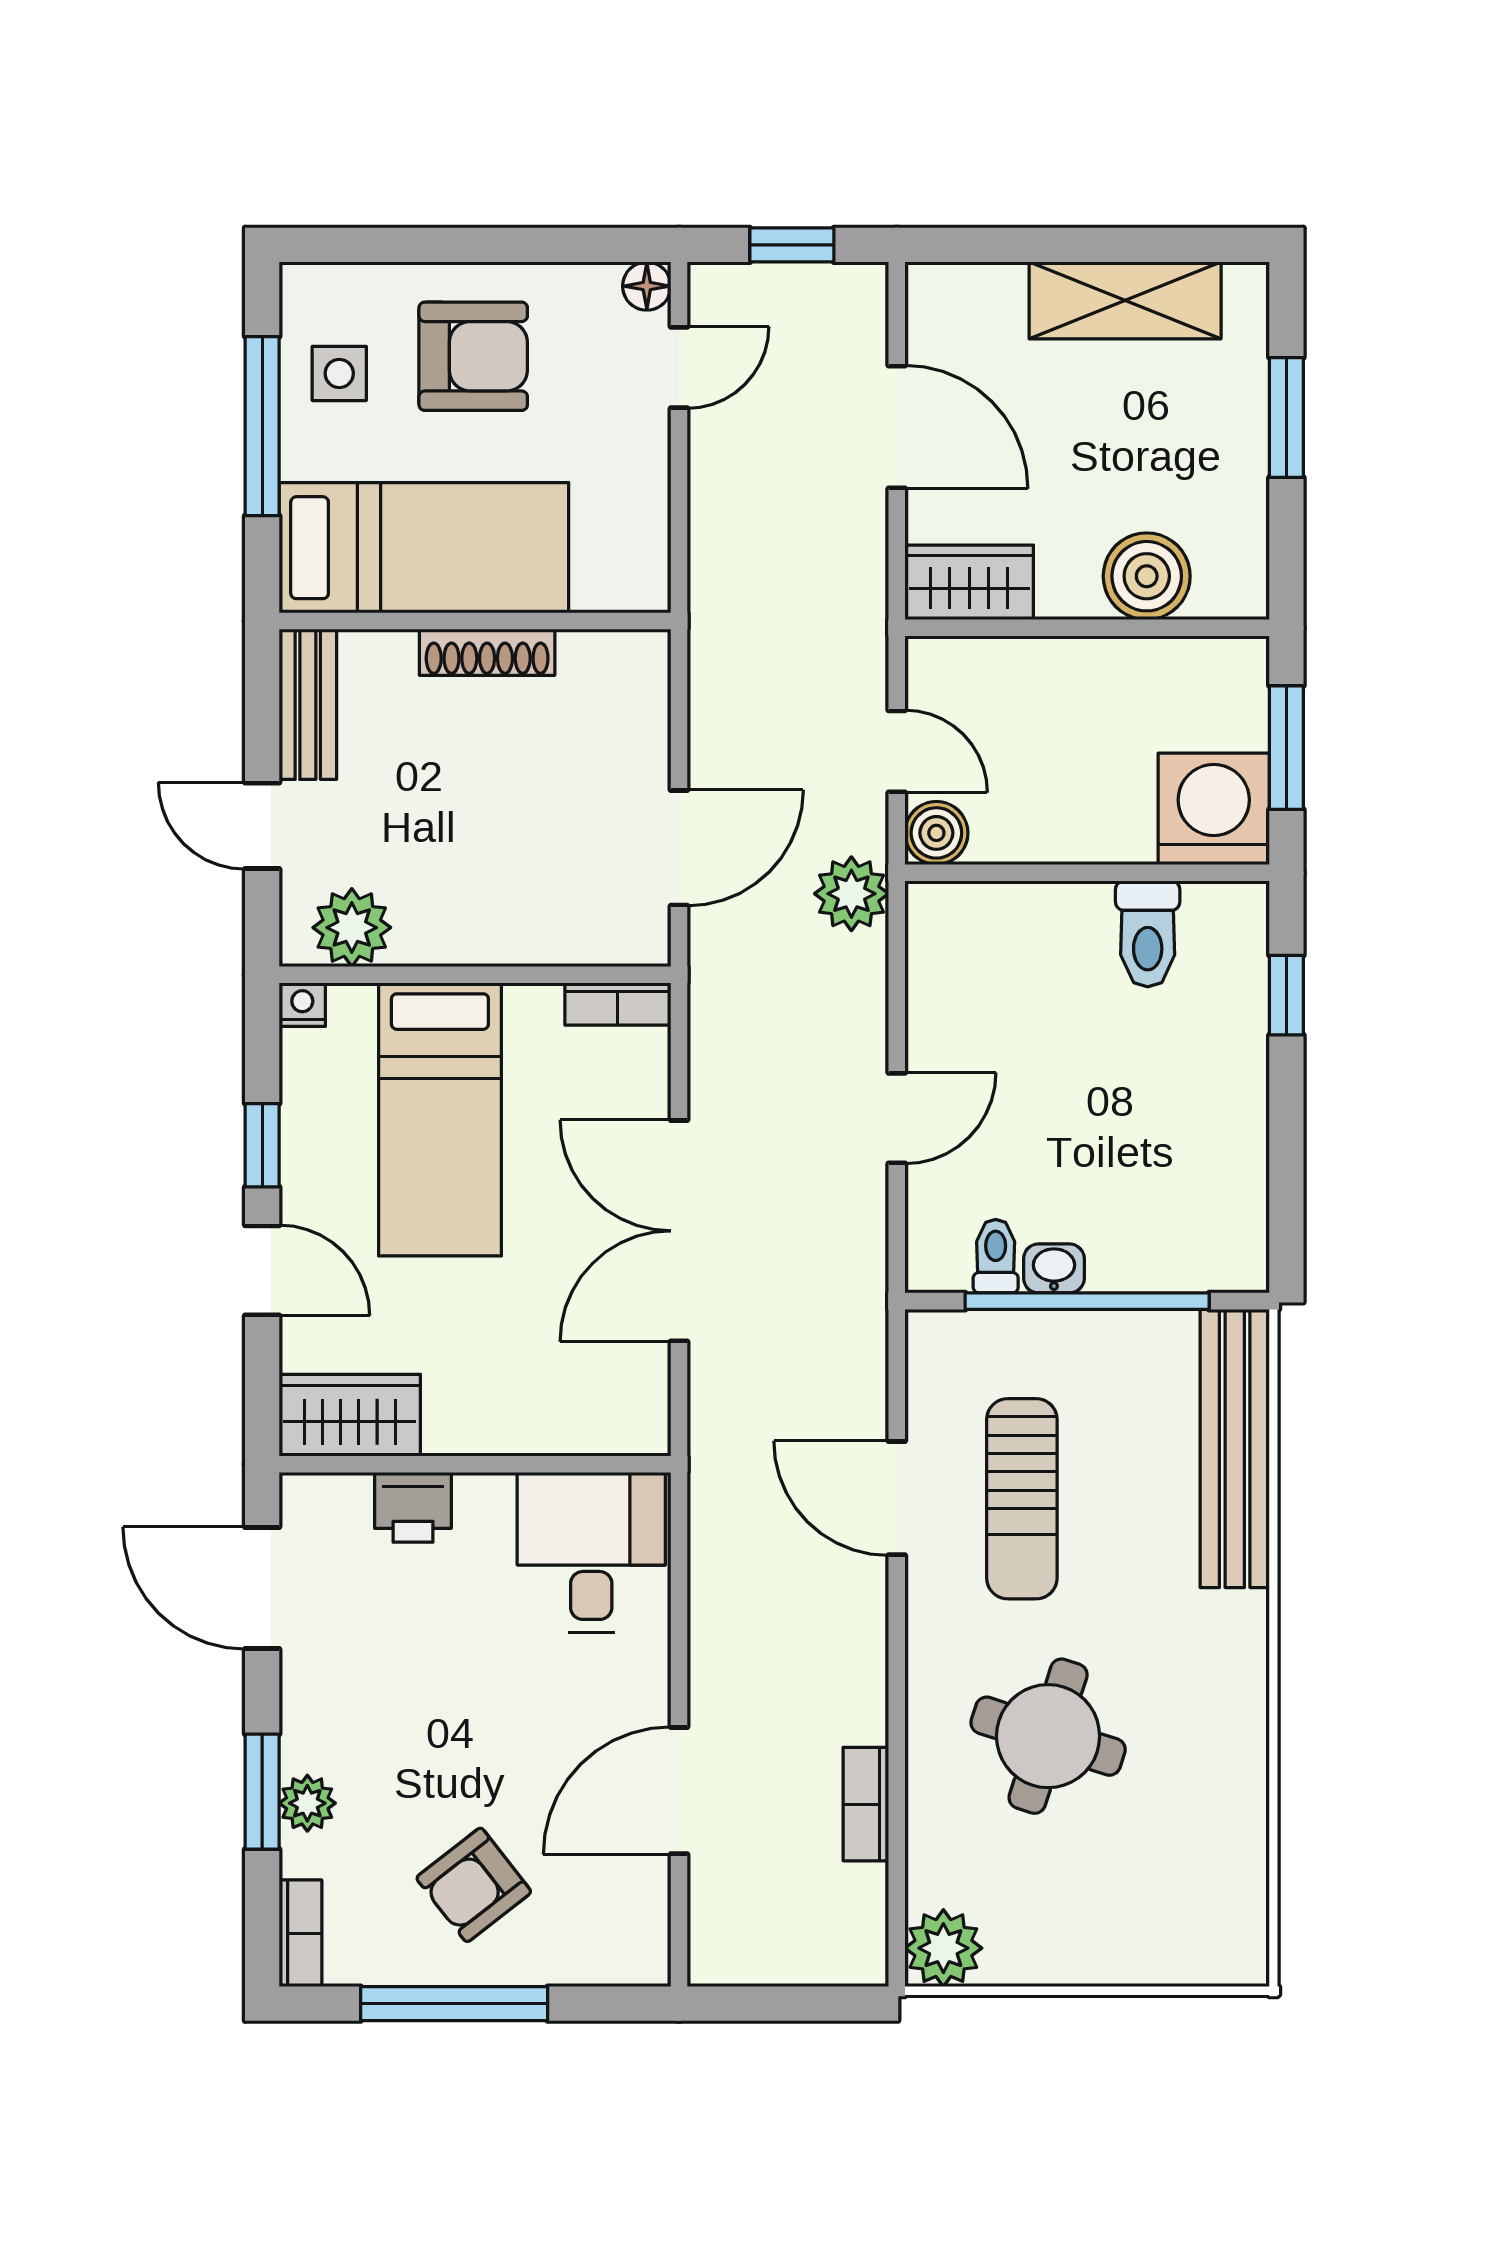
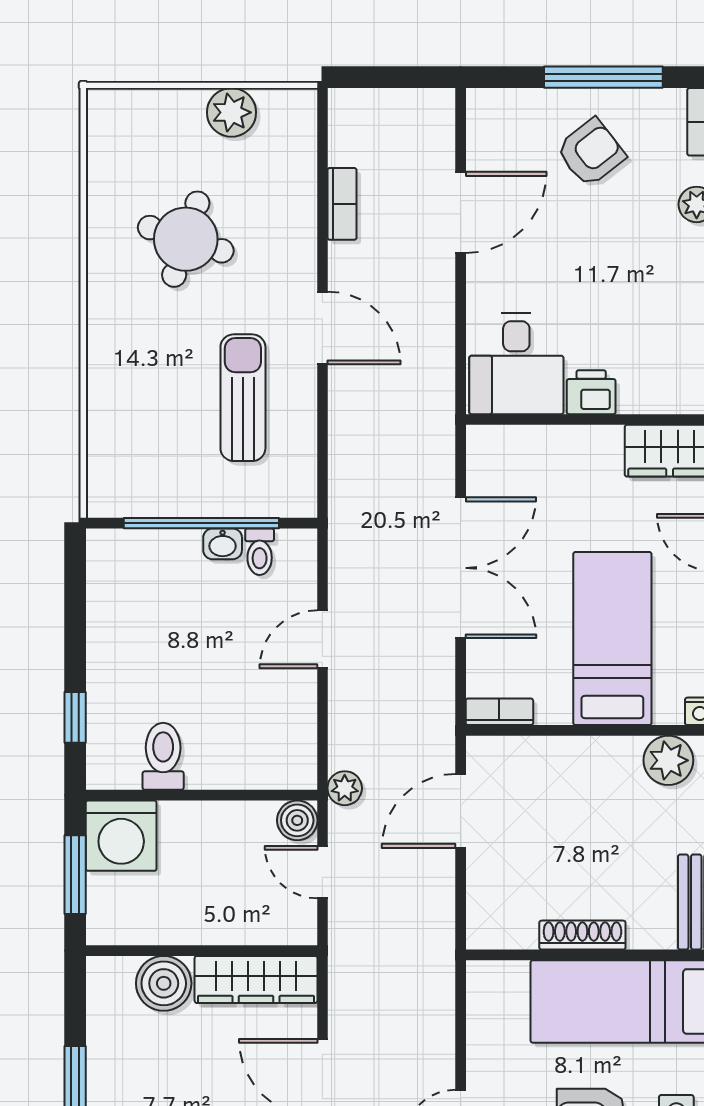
wardrobe: (969, 582) -> (256, 979), width x1.50
plant: (851, 894) -> (345, 788), width x0.73, depth x0.73
bench: (1235, 1448) -> (108, 430), removed
door: (897, 1498) -> (322, 328), moved
printer: (413, 1507) -> (591, 392), moved
round table: (1048, 1736) -> (186, 239), moved
plant: (943, 1948) -> (232, 112), moved

